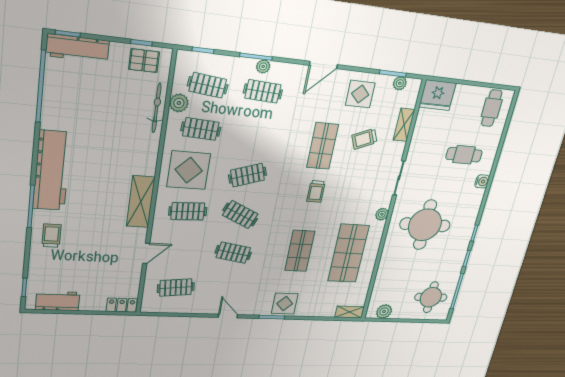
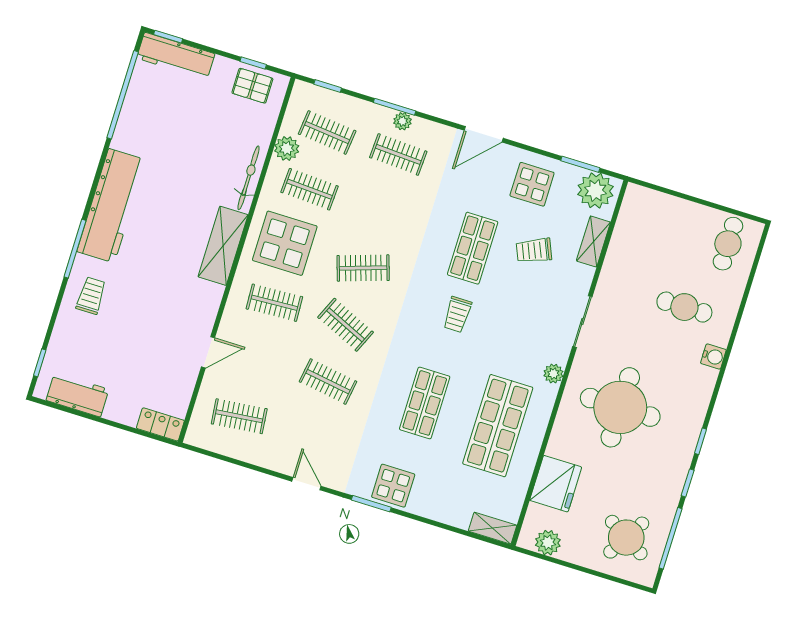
plant: (400, 83) -> (595, 191), width x1.87, depth x1.87
fridge: (437, 95) -> (556, 484), moved, turned -90
bicycle: (157, 108) -> (249, 178), moved
shelving: (141, 202) -> (223, 246), moved
round table: (431, 297) -> (626, 538), turned 31

